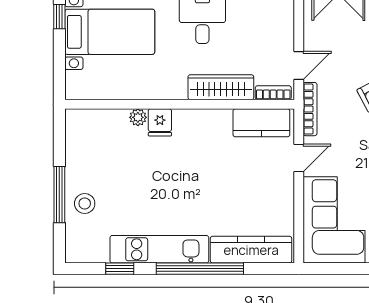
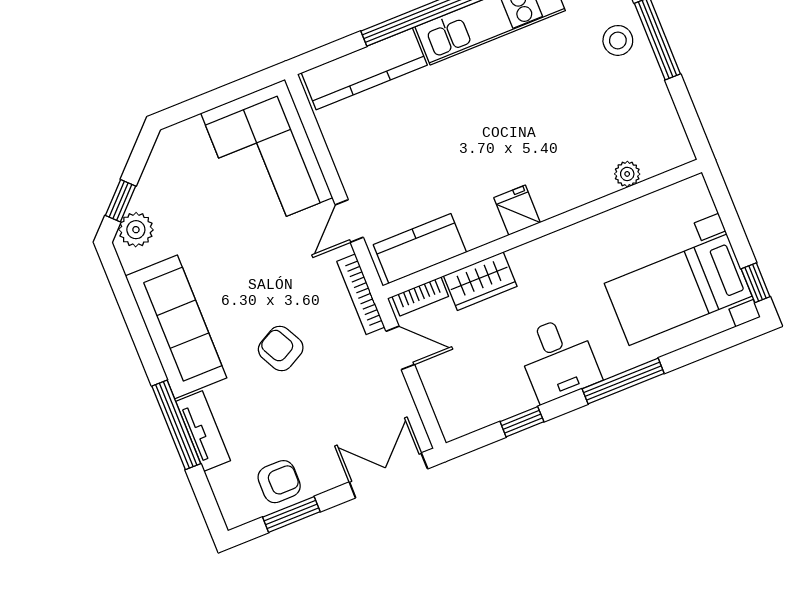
door: (299, 65) -> (400, 348), swing flipped
wardrobe: (221, 87) -> (480, 281), width x0.67
plant: (138, 117) -> (627, 174), moved
fridge: (160, 122) -> (517, 210), moved

